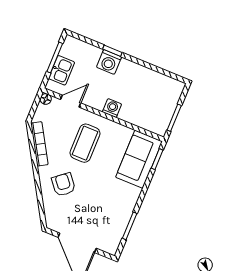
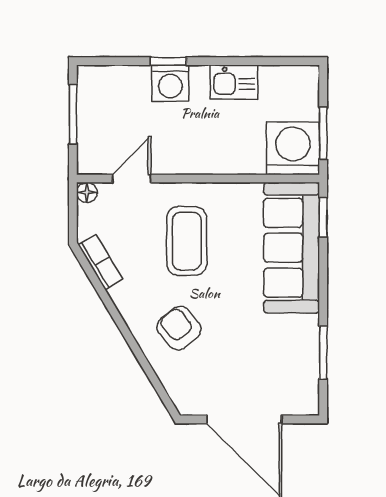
kitchen sink: (62, 70) -> (234, 82), moved, turned 90
washing machine: (112, 108) -> (293, 148), moved, width x1.89, depth x1.89
bookcase: (39, 144) -> (101, 262), width x0.64
sofa: (139, 159) -> (292, 248), width x1.36

